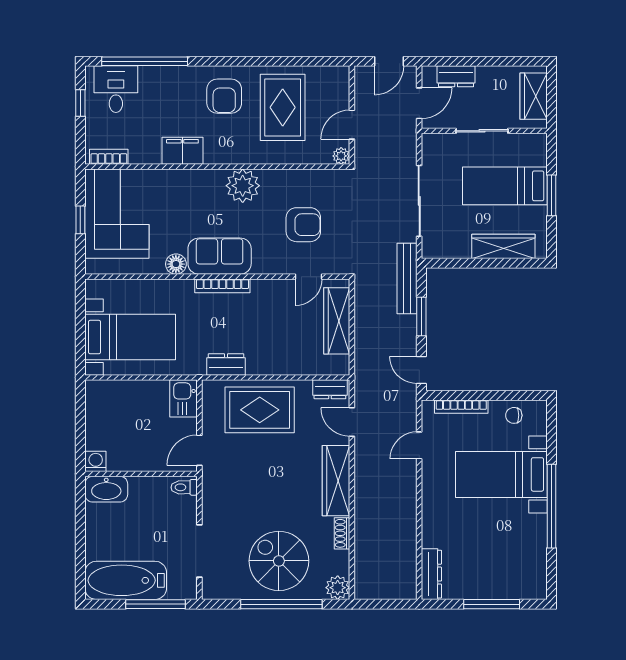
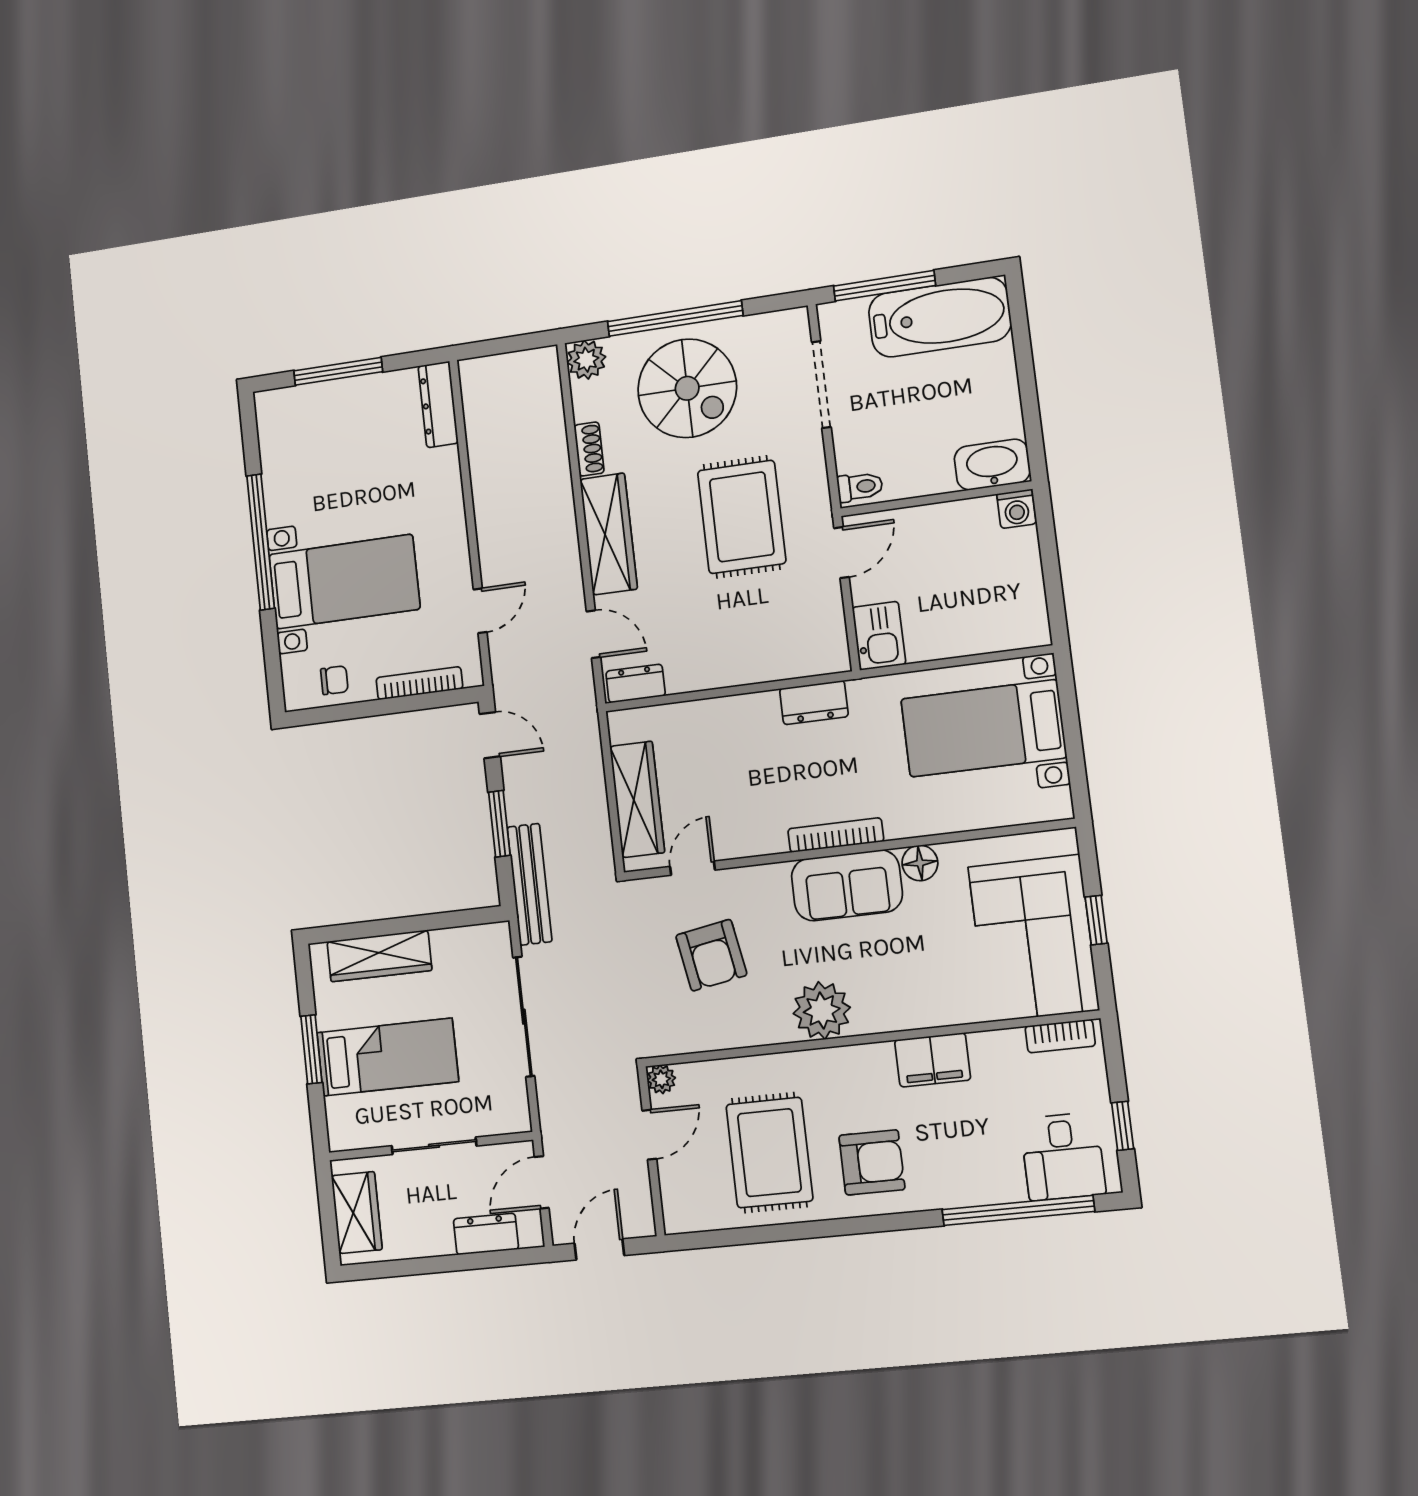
armchair: (224, 96) -> (872, 1162), turned 90
armchair: (303, 225) -> (711, 955), turned -100
rug: (260, 410) -> (742, 517), moved, turned 90

